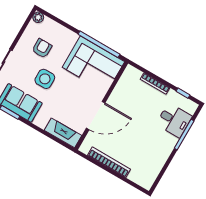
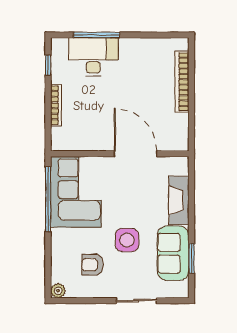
desk: (174, 120) -> (93, 57), width x1.37
fireplace: (63, 133) -> (179, 200), moved
bookcase: (109, 162) -> (182, 82), moved

